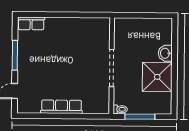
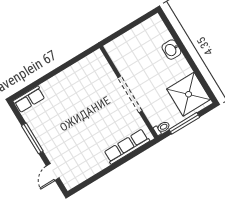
shower: (157, 77) -> (189, 94), moved
row of seats: (61, 107) -> (127, 147), moved

